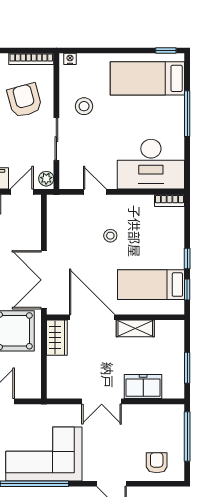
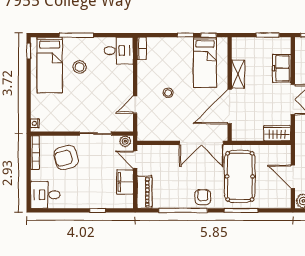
stool: (84, 106) -> (80, 67), moved
desk: (151, 164) -> (119, 51), width x0.53, depth x0.77
wardrobe: (57, 338) -> (277, 133), moved

